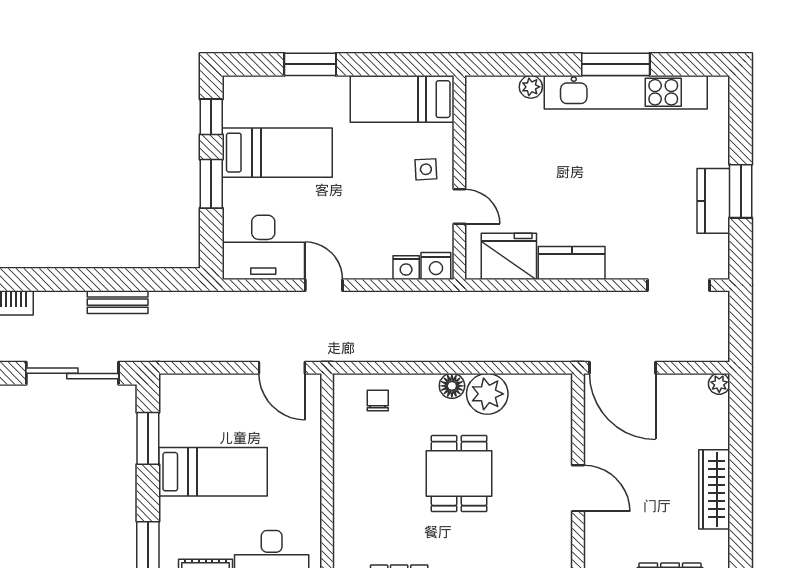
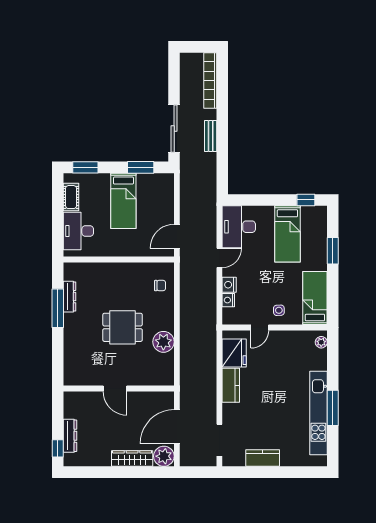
plant: (531, 87) -> (321, 342), moved
window: (211, 184) -> (271, 200), removed
window: (741, 191) -> (268, 472), removed
nightstand: (436, 266) -> (229, 285), moved
bench: (118, 302) -> (211, 136), moved
door: (623, 368) -> (177, 427), moved
plant: (719, 384) -> (164, 456), width x1.88, depth x1.88
floor lamp: (452, 386) -> (168, 324), removed
door: (578, 488) -> (115, 388), hinge flipped
wardrobe: (714, 489) -> (132, 458), moved

